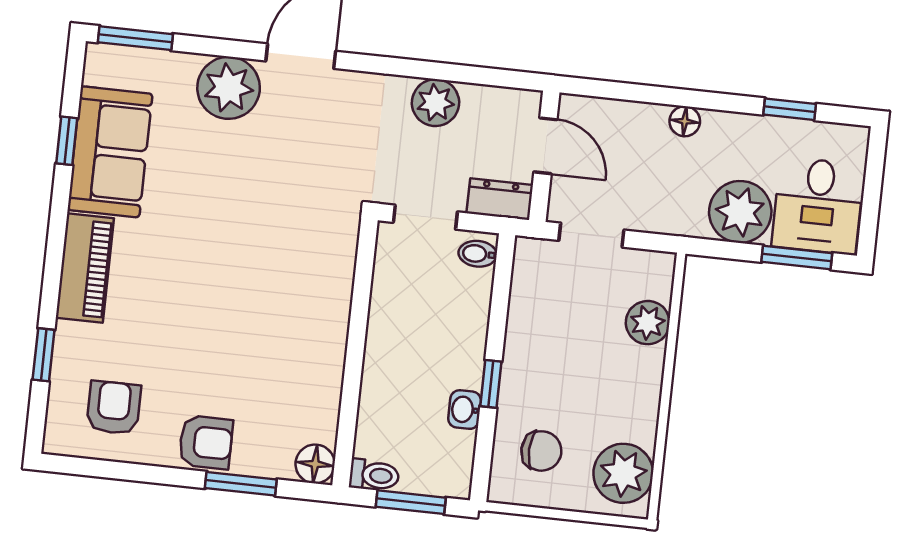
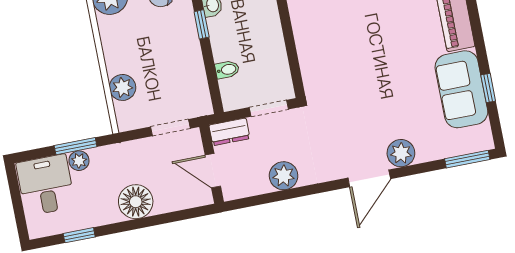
plant: (229, 88) -> (401, 153), width x0.73, depth x0.73
floor lamp: (685, 121) -> (136, 202), width x1.89, depth x1.89
plant: (740, 212) -> (79, 161), width x0.53, depth x0.53
bidet: (478, 254) -> (227, 70), moved
window: (797, 257) -> (76, 146), moved

